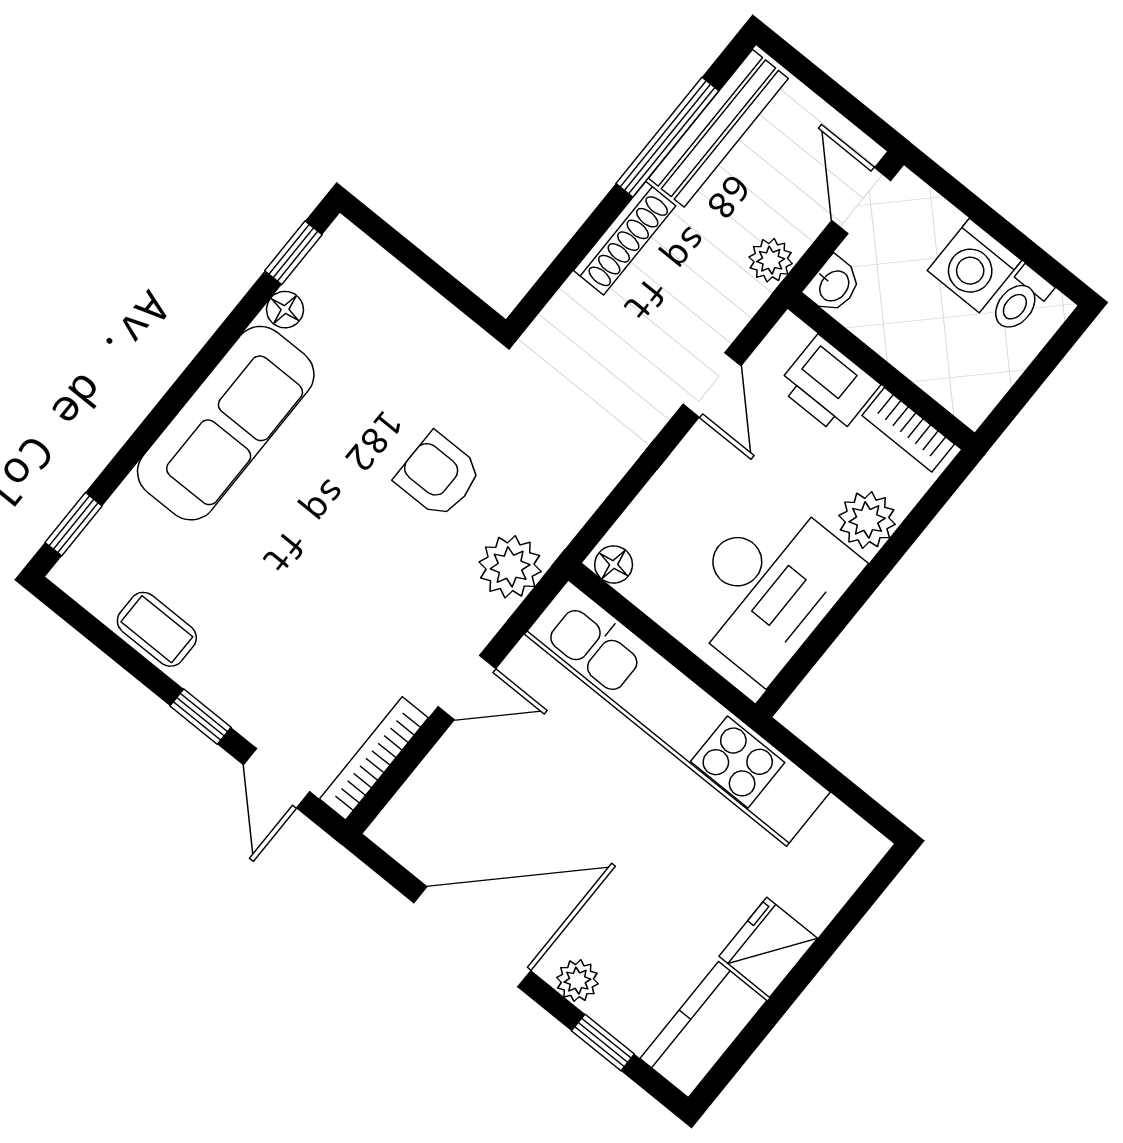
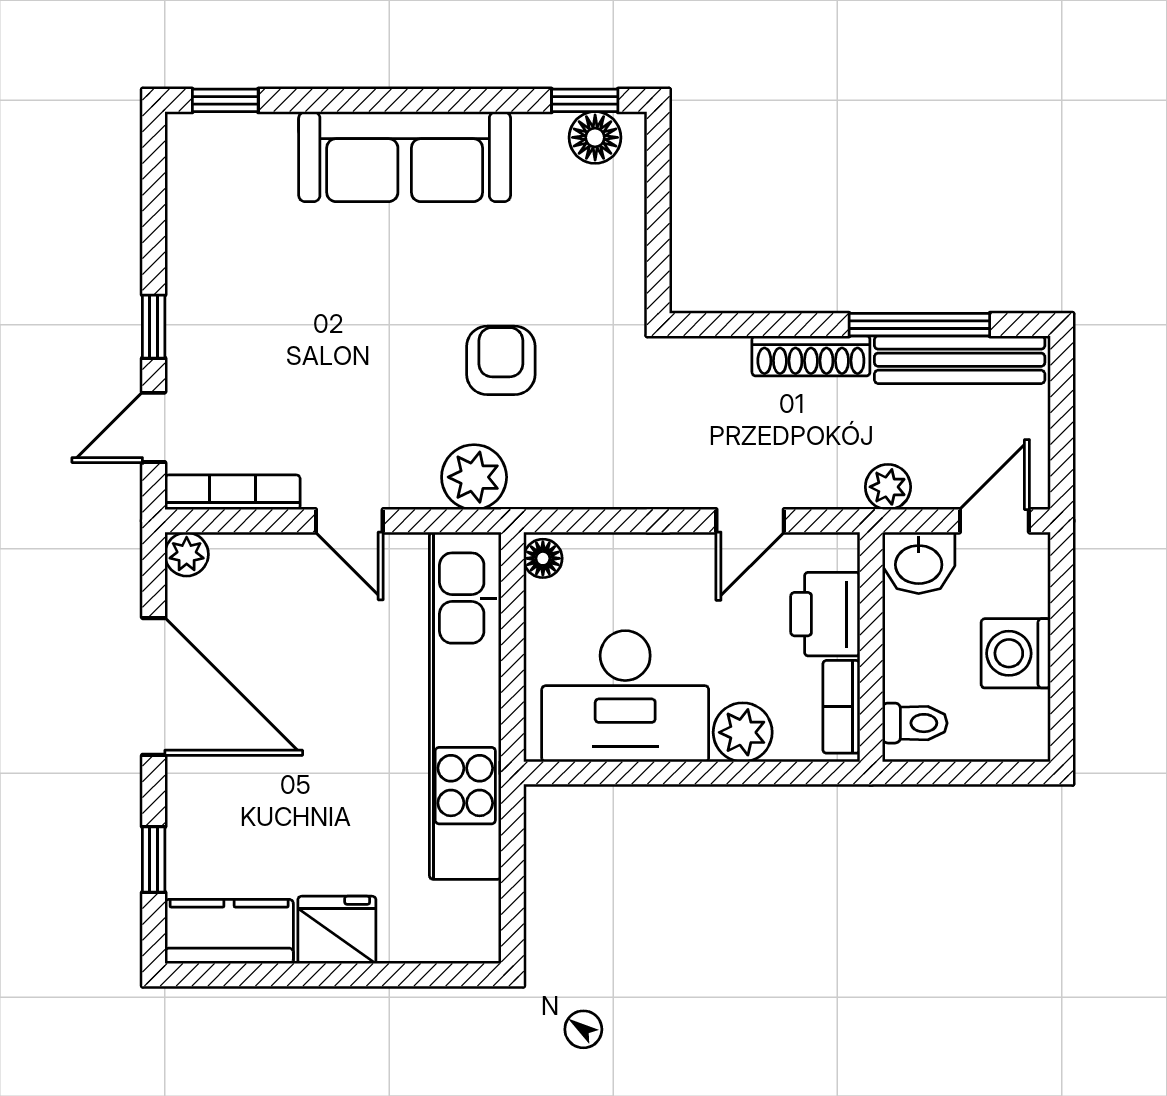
washbasin: (833, 285) -> (919, 563), width x1.38, depth x1.45
toilet: (1020, 300) -> (915, 723), moved, turned 180
floor lamp: (285, 310) -> (595, 137), moved, width x1.37, depth x1.37
coffee table: (157, 629) -> (195, 235), removed
plant: (577, 981) -> (187, 554), moved

